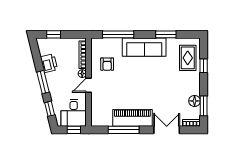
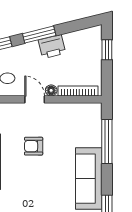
printer: (49, 63) -> (52, 47), moved
armchair: (107, 64) -> (34, 146), moved

